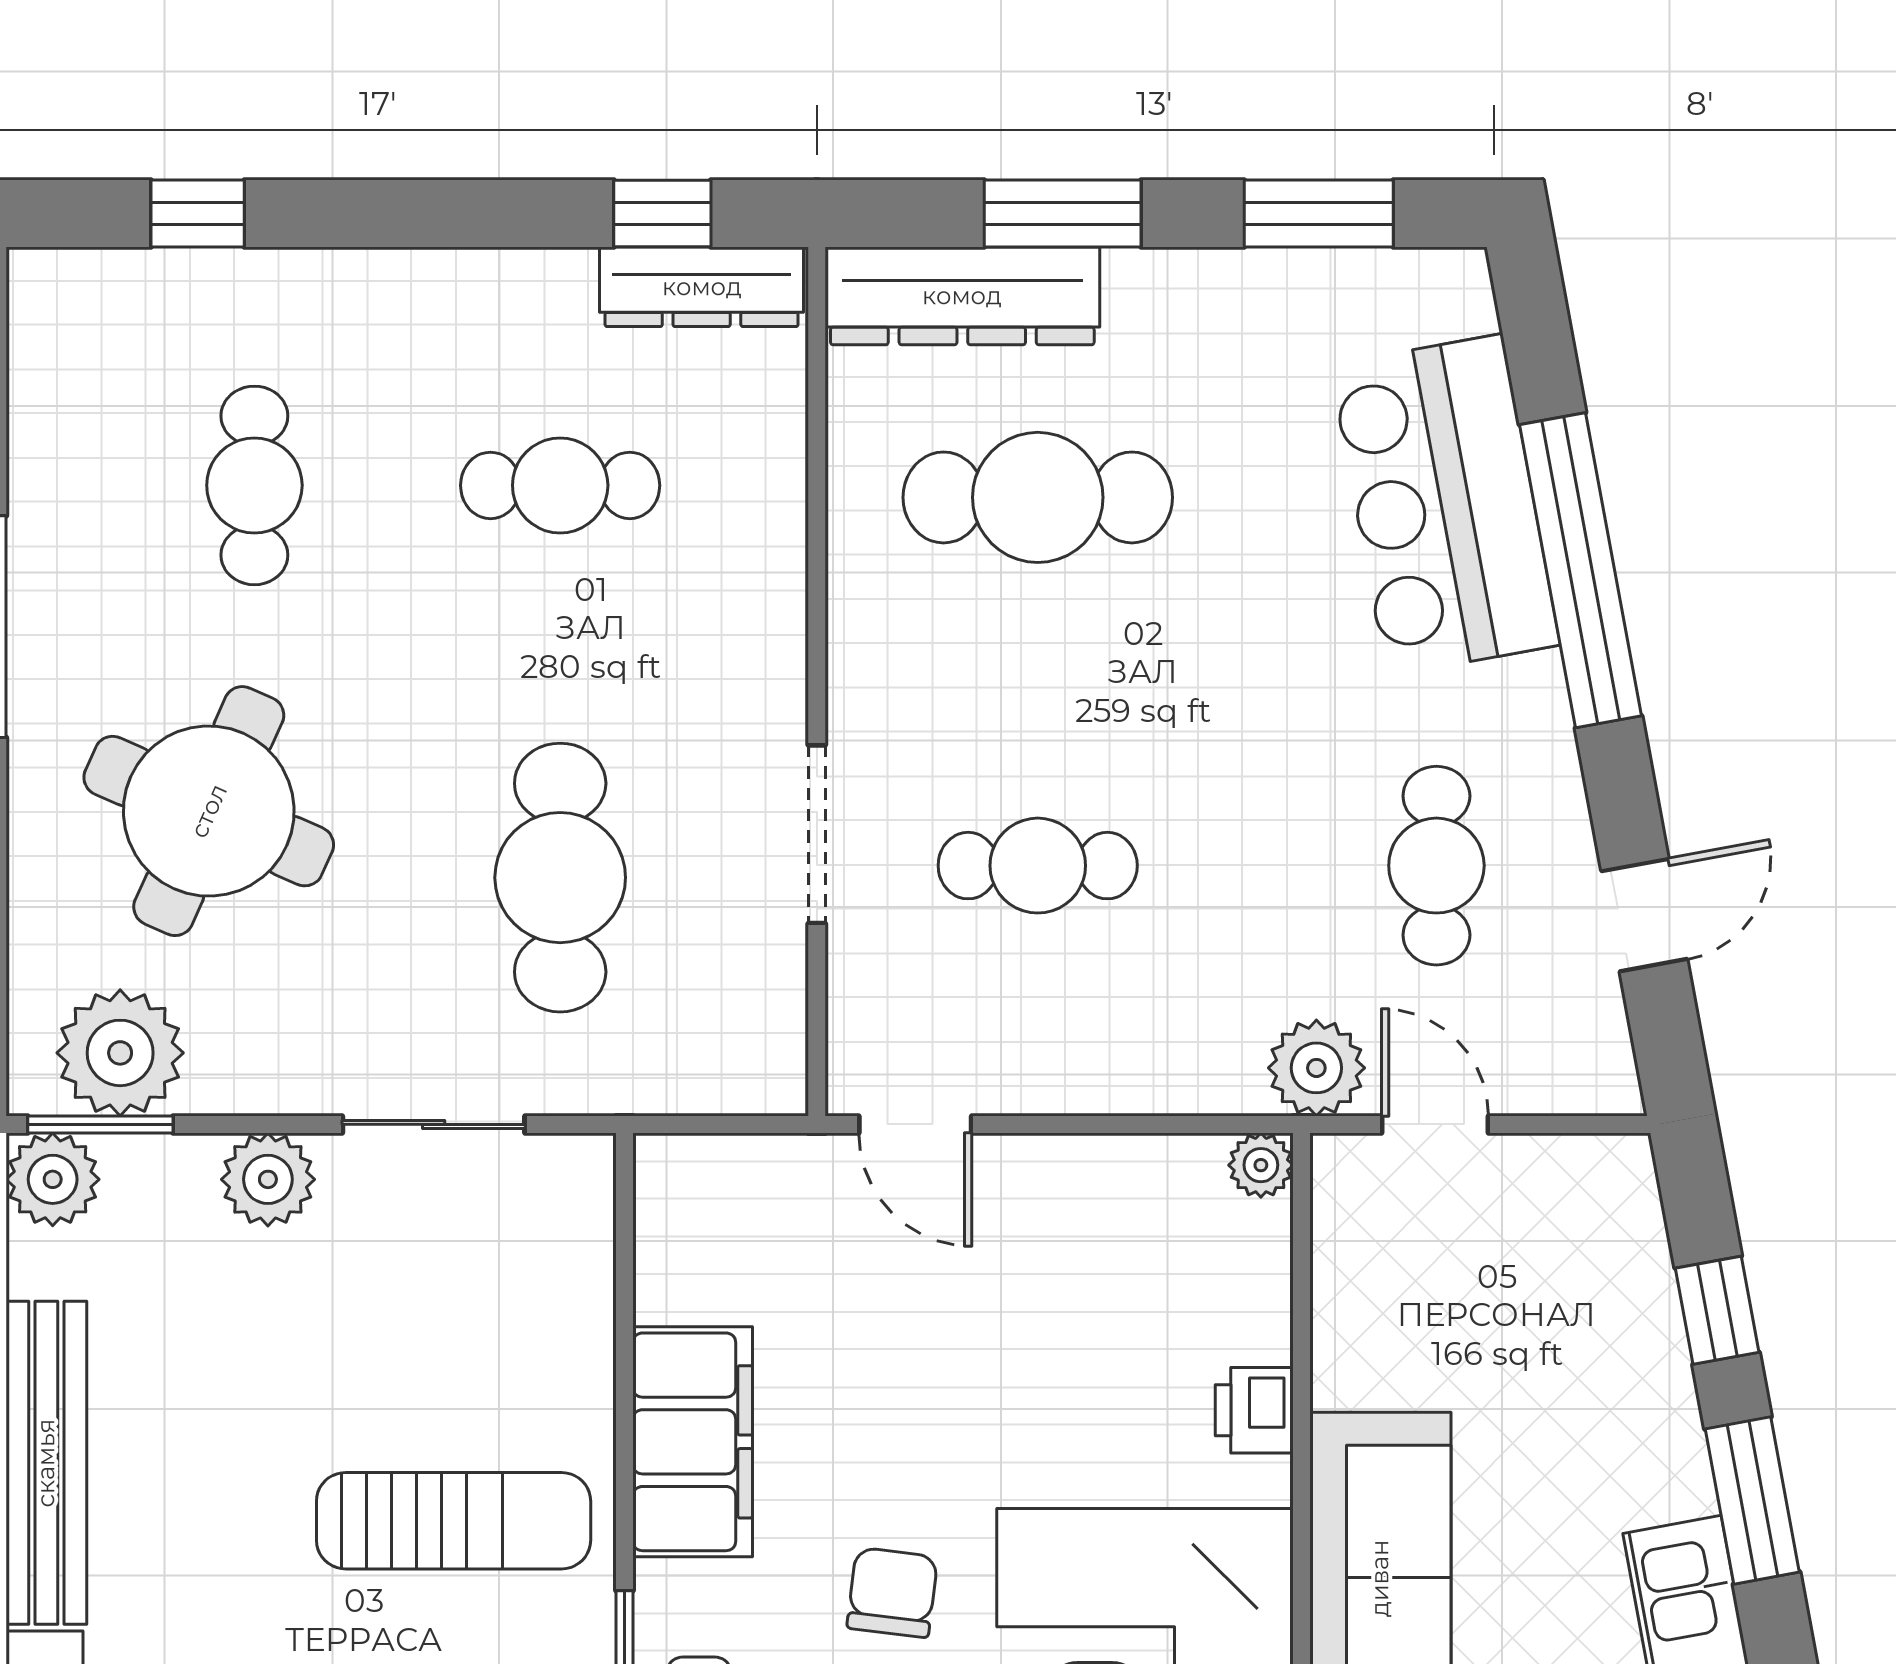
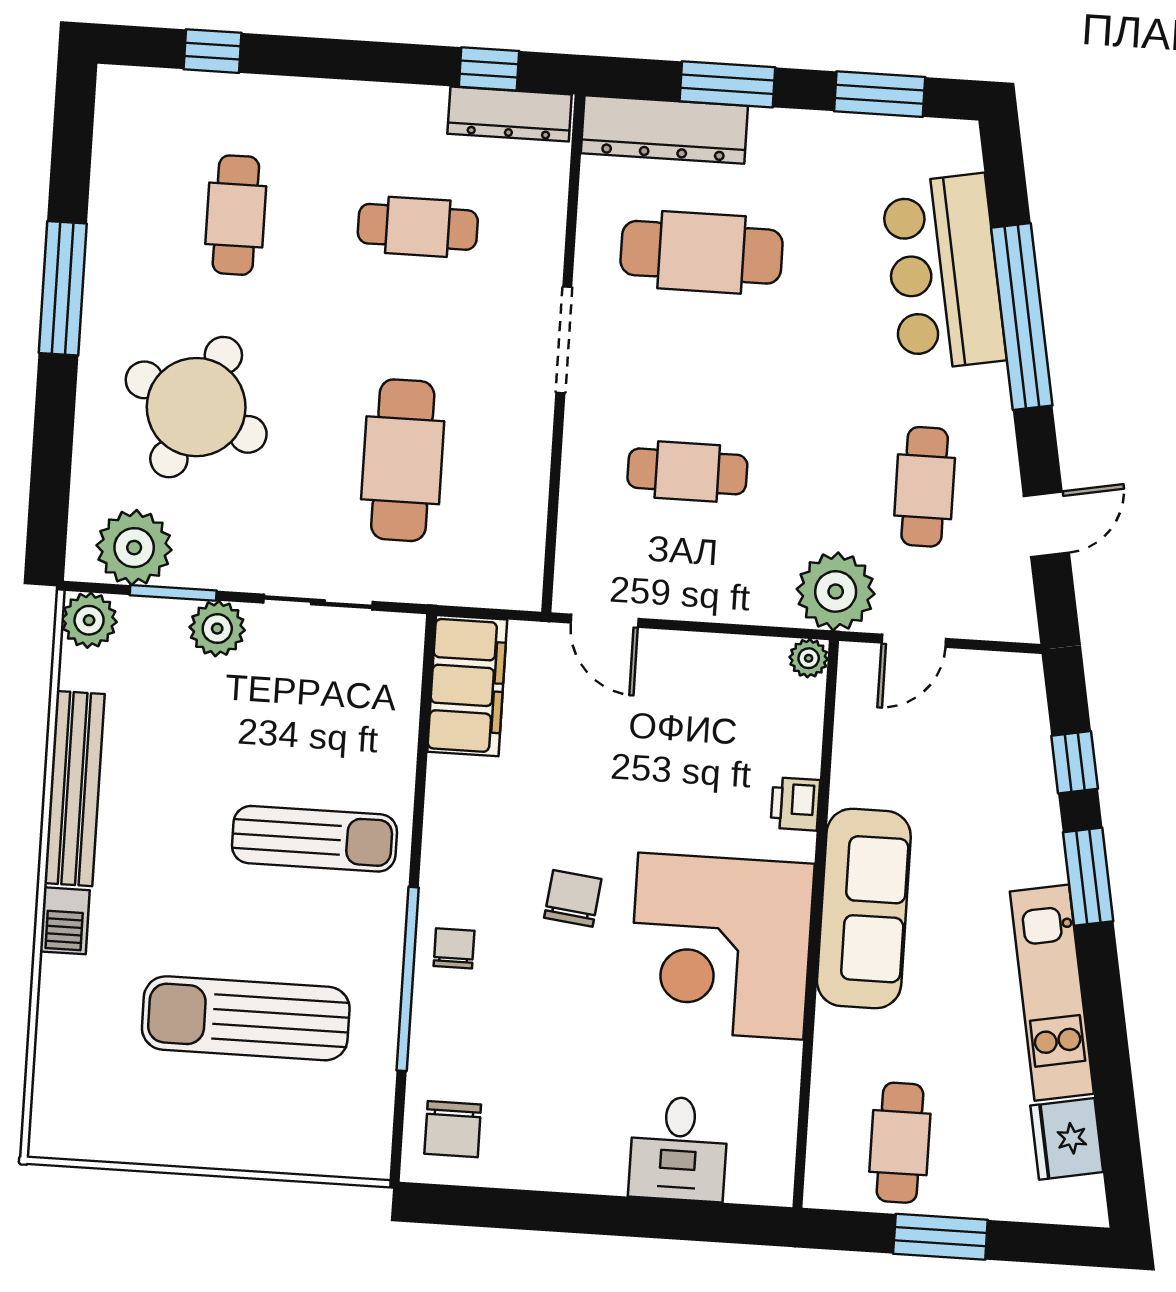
doorway: (817, 834) -> (564, 340), moved
plant: (1316, 1068) -> (836, 591), width x1.36, depth x1.36
window: (100, 1124) -> (173, 593), moved
door: (1435, 1124) -> (914, 641), swing flipped
filing cabinet: (693, 1442) -> (467, 686), moved

